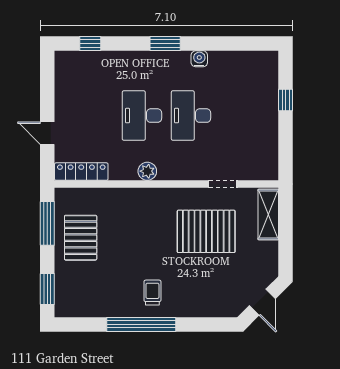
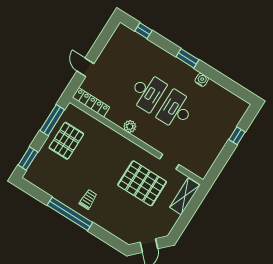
desk: (142, 116) -> (147, 92), turned 180

